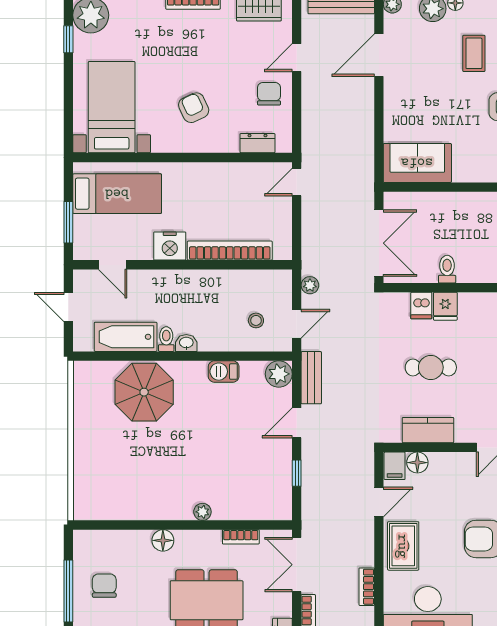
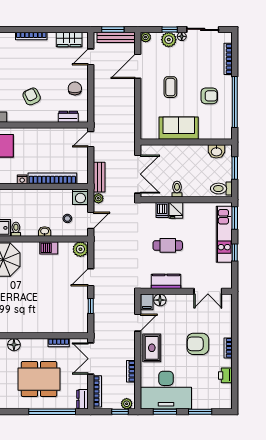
coffee table: (474, 53) -> (170, 87), moved
door: (297, 58) -> (91, 57), moved
sofa: (417, 163) -> (179, 128), moved
nightstand: (170, 246) -> (22, 179), width x0.53, depth x0.56
washing machine: (279, 283) -> (80, 197), added
washbasin: (186, 343) -> (45, 231), moved
bench: (311, 378) -> (99, 177), moved
plant: (202, 512) -> (37, 328), removed

